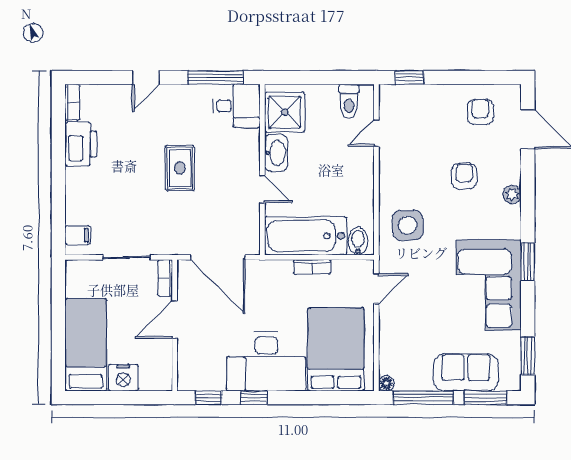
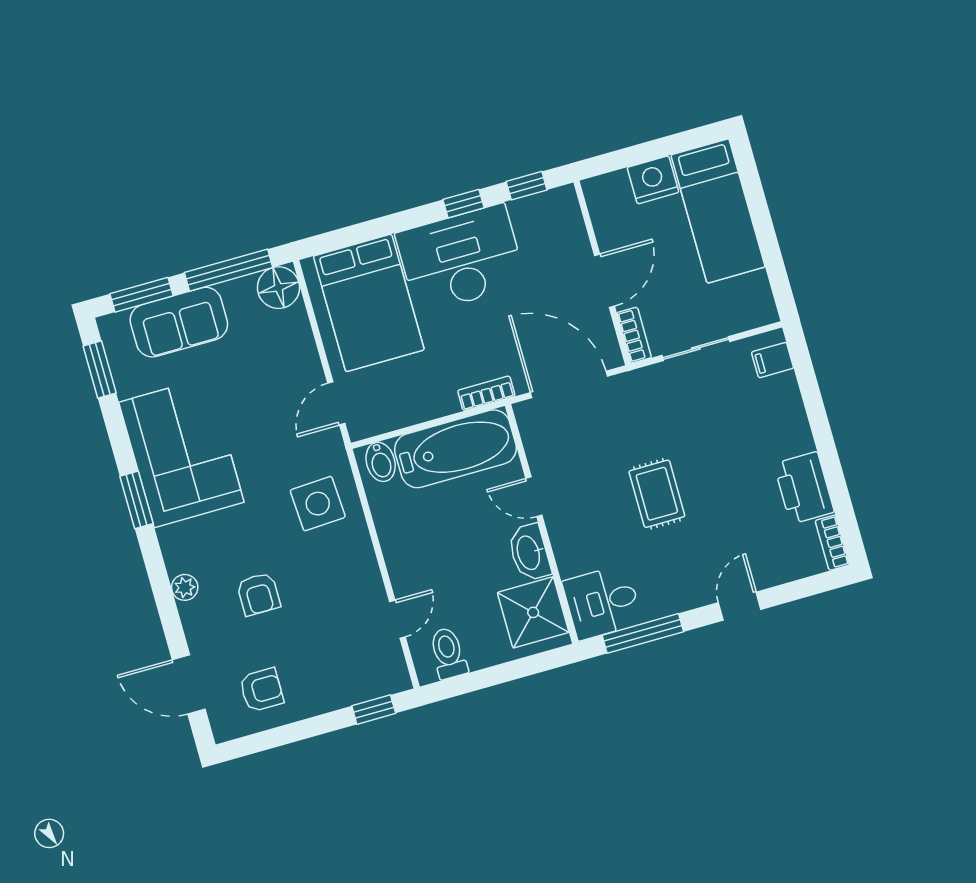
armchair: (480, 112) -> (261, 690), turned -90
bookcase: (312, 267) -> (486, 393), moved
floor lamp: (386, 383) -> (279, 288), width x1.89, depth x1.89

